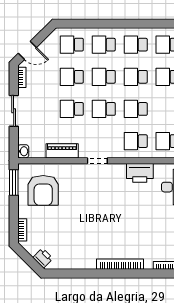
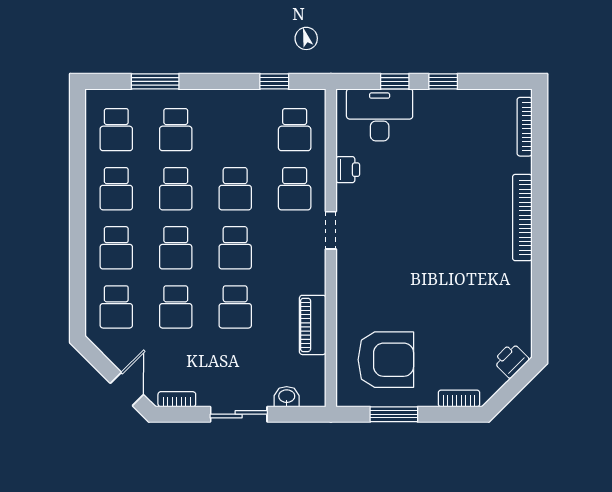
washbasin: (23, 151) -> (287, 397), moved
doorway: (97, 161) -> (331, 230), moved
printer: (140, 173) -> (348, 170), width x0.53, depth x0.68
window: (14, 182) -> (394, 414), moved

